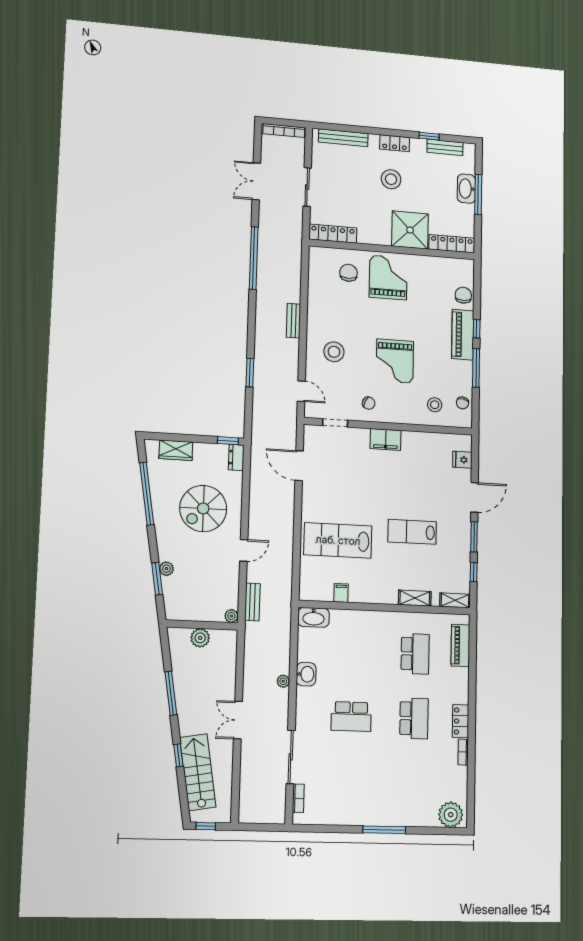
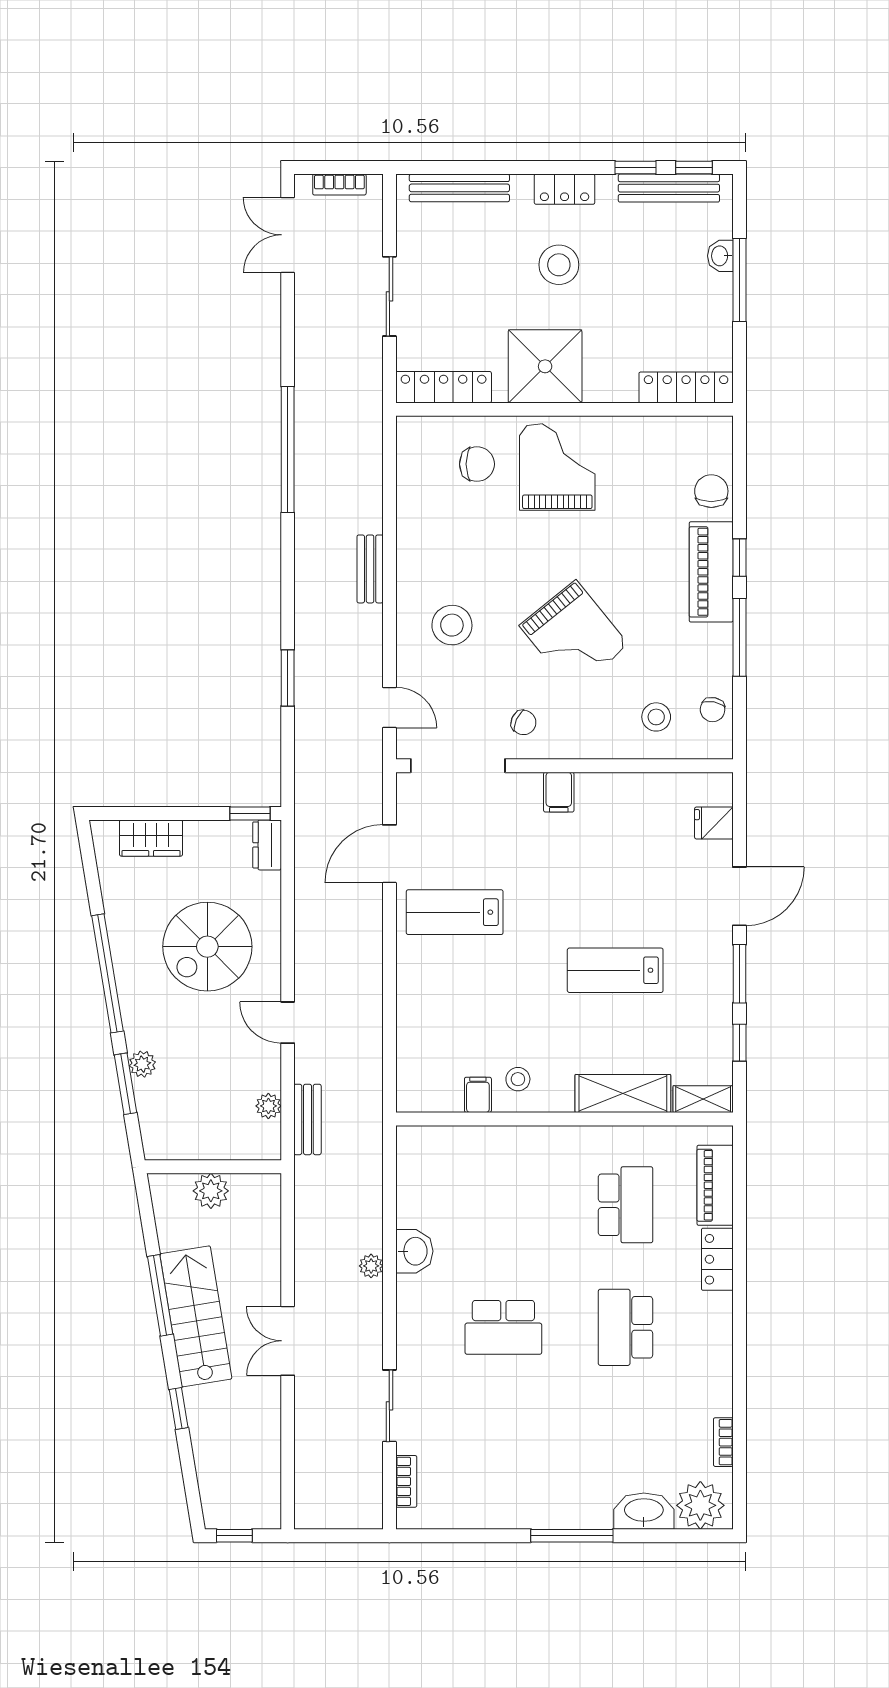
bookcase: (284, 131) -> (339, 185), width x0.64
window: (457, 139) -> (694, 168), added
bench: (445, 147) -> (669, 188), width x1.36
double door: (256, 181) -> (288, 235), moved
washbasin: (466, 189) -> (720, 256), width x0.52, depth x0.69
shower: (410, 230) -> (545, 366), moved
chair: (348, 273) -> (477, 464), turned 90
grand piano: (395, 361) -> (574, 635), turned -39
doorway: (335, 423) -> (458, 766), width x1.87
filing cabinet: (386, 439) -> (559, 792), width x0.50
door: (299, 466) -> (389, 854), hinge flipped
window: (147, 494) -> (107, 973), moved
lab bench: (338, 540) -> (455, 912), moved, width x0.73, depth x0.72
door: (244, 550) -> (288, 1023), swing flipped
stool: (362, 586) -> (518, 1079), added
shelving: (415, 598) -> (623, 1093), width x1.50, depth x1.33
plant: (231, 616) -> (268, 1106), moved
washbasin: (314, 617) -> (644, 1511), moved, turned 180
school desk: (414, 718) -> (625, 1327), turned 180
locker: (461, 721) -> (717, 1259), moved
bookcase: (463, 752) -> (723, 1442), moved
sliding door: (291, 757) -> (389, 1406), width x0.73
stairs: (198, 772) -> (196, 1316), moved

